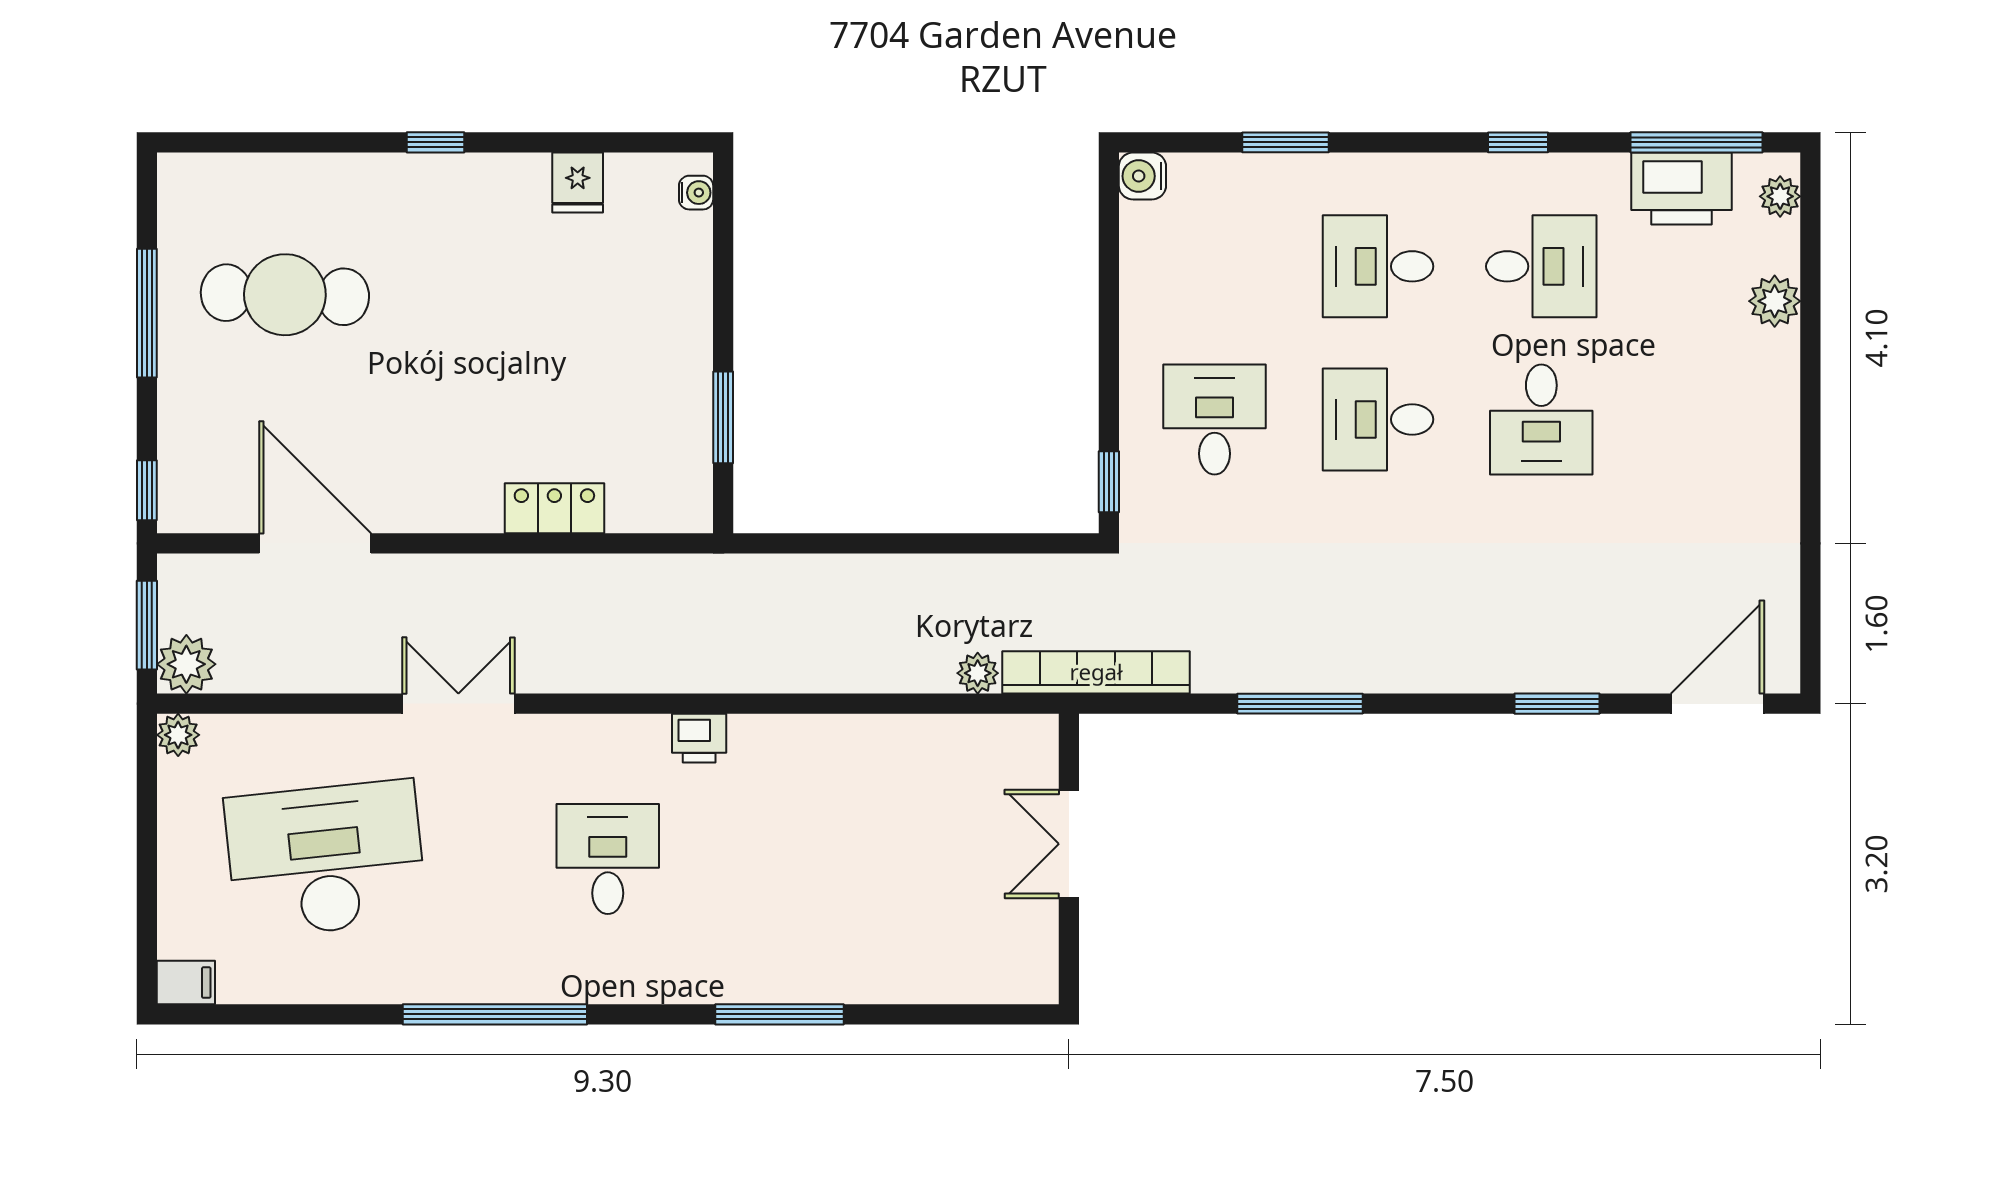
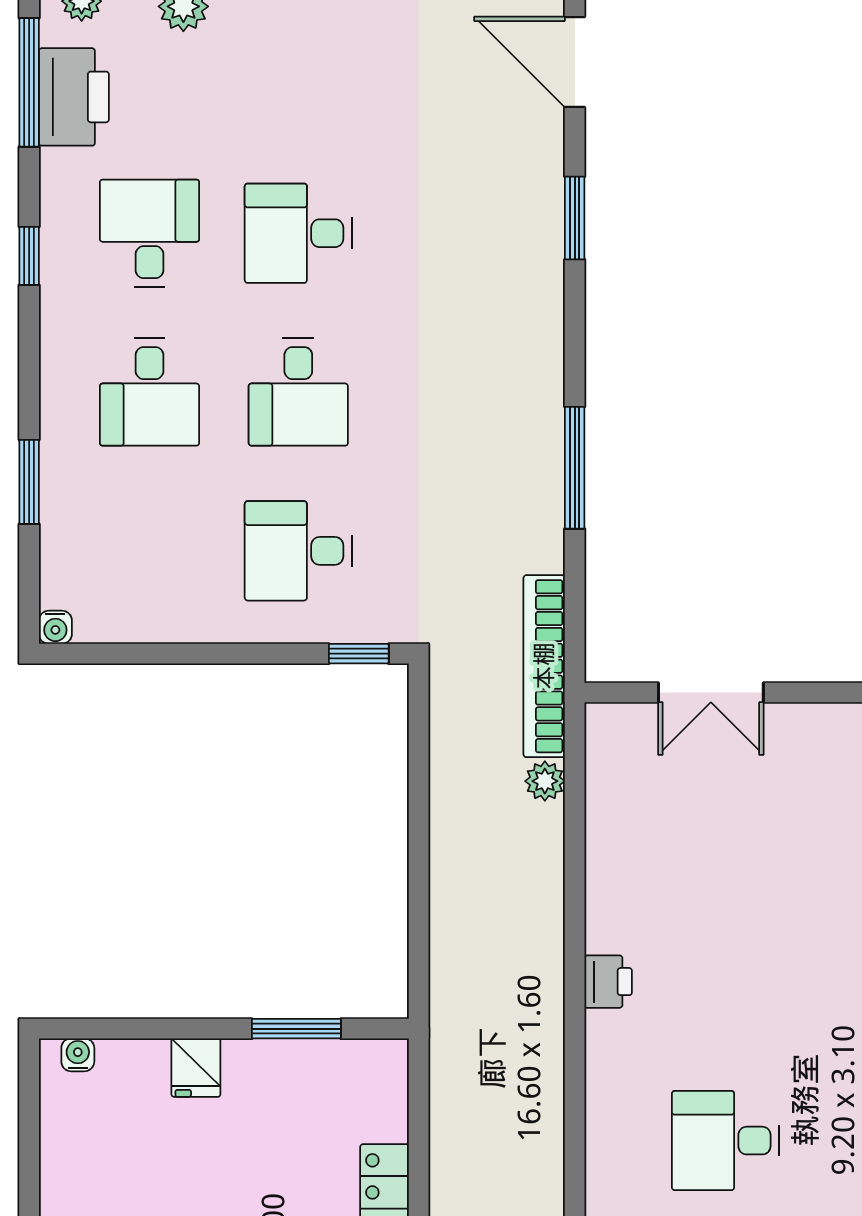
water cooler: (1142, 176) -> (55, 627), width x0.72, depth x0.72
fridge: (578, 183) -> (196, 1068), moved, turned 90
desk: (1541, 419) -> (298, 233), turned 180
printer: (699, 738) -> (608, 982), moved

